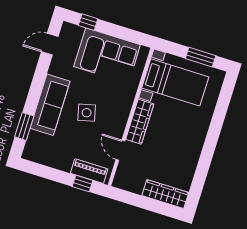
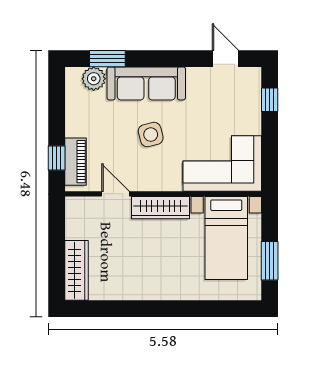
corner sofa: (107, 56) -> (222, 164), moved, turned 90
plant: (35, 140) -> (94, 79), added
door: (120, 150) -> (115, 194), hinge flipped

